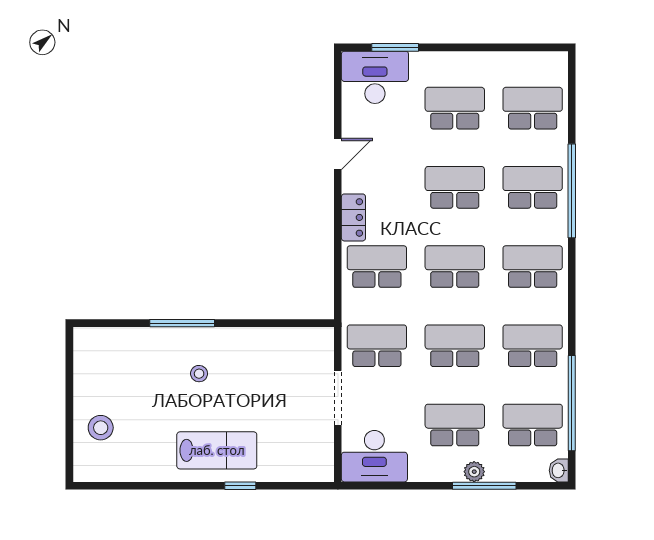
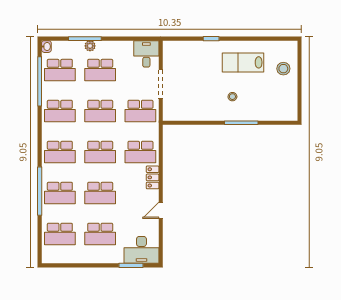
lab bench: (217, 450) -> (243, 62), moved
desk: (374, 456) -> (146, 54), width x0.73

